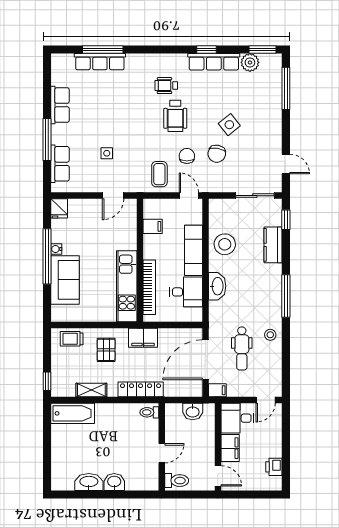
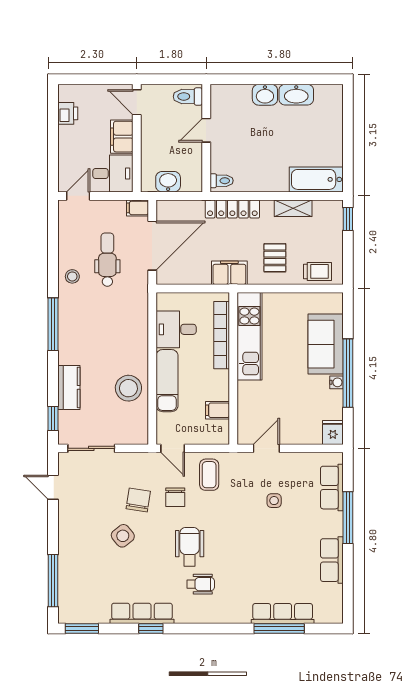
plant: (250, 62) -> (97, 613), removed
washbasin: (217, 286) -> (138, 336), removed

